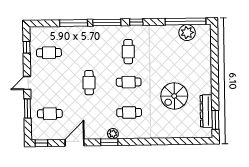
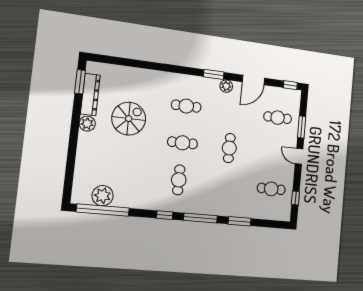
window: (74, 23) -> (240, 221), width x0.69
door: (27, 83) -> (299, 156), swing flipped
plant: (206, 88) -> (87, 124), added
plant: (113, 134) -> (226, 86), moved

